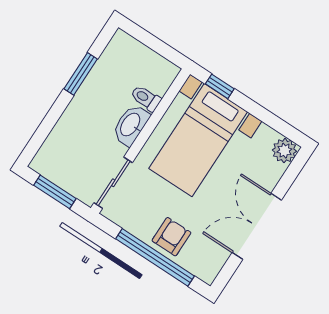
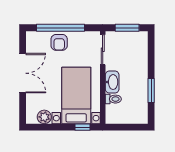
plant: (284, 151) -> (44, 117), moved

